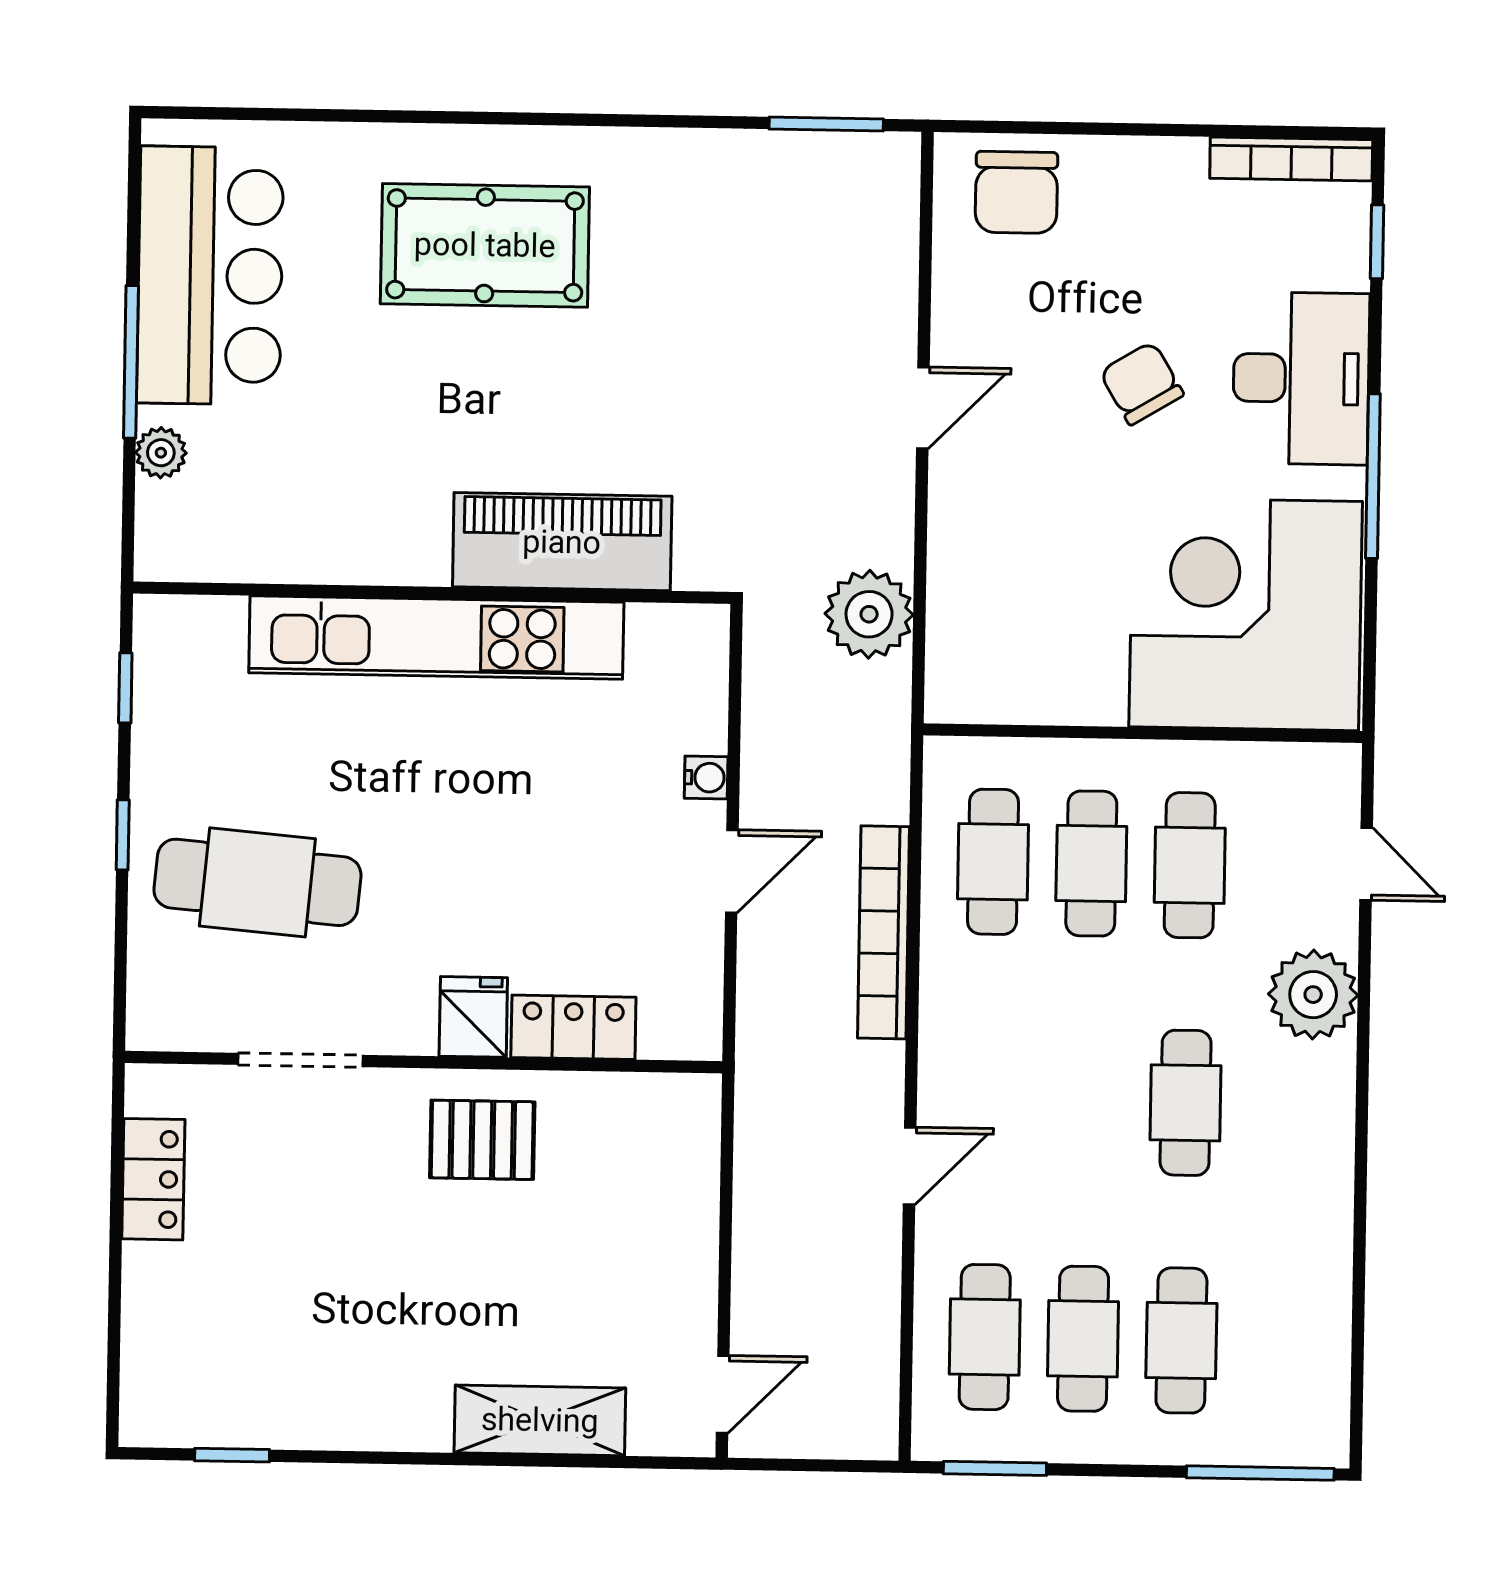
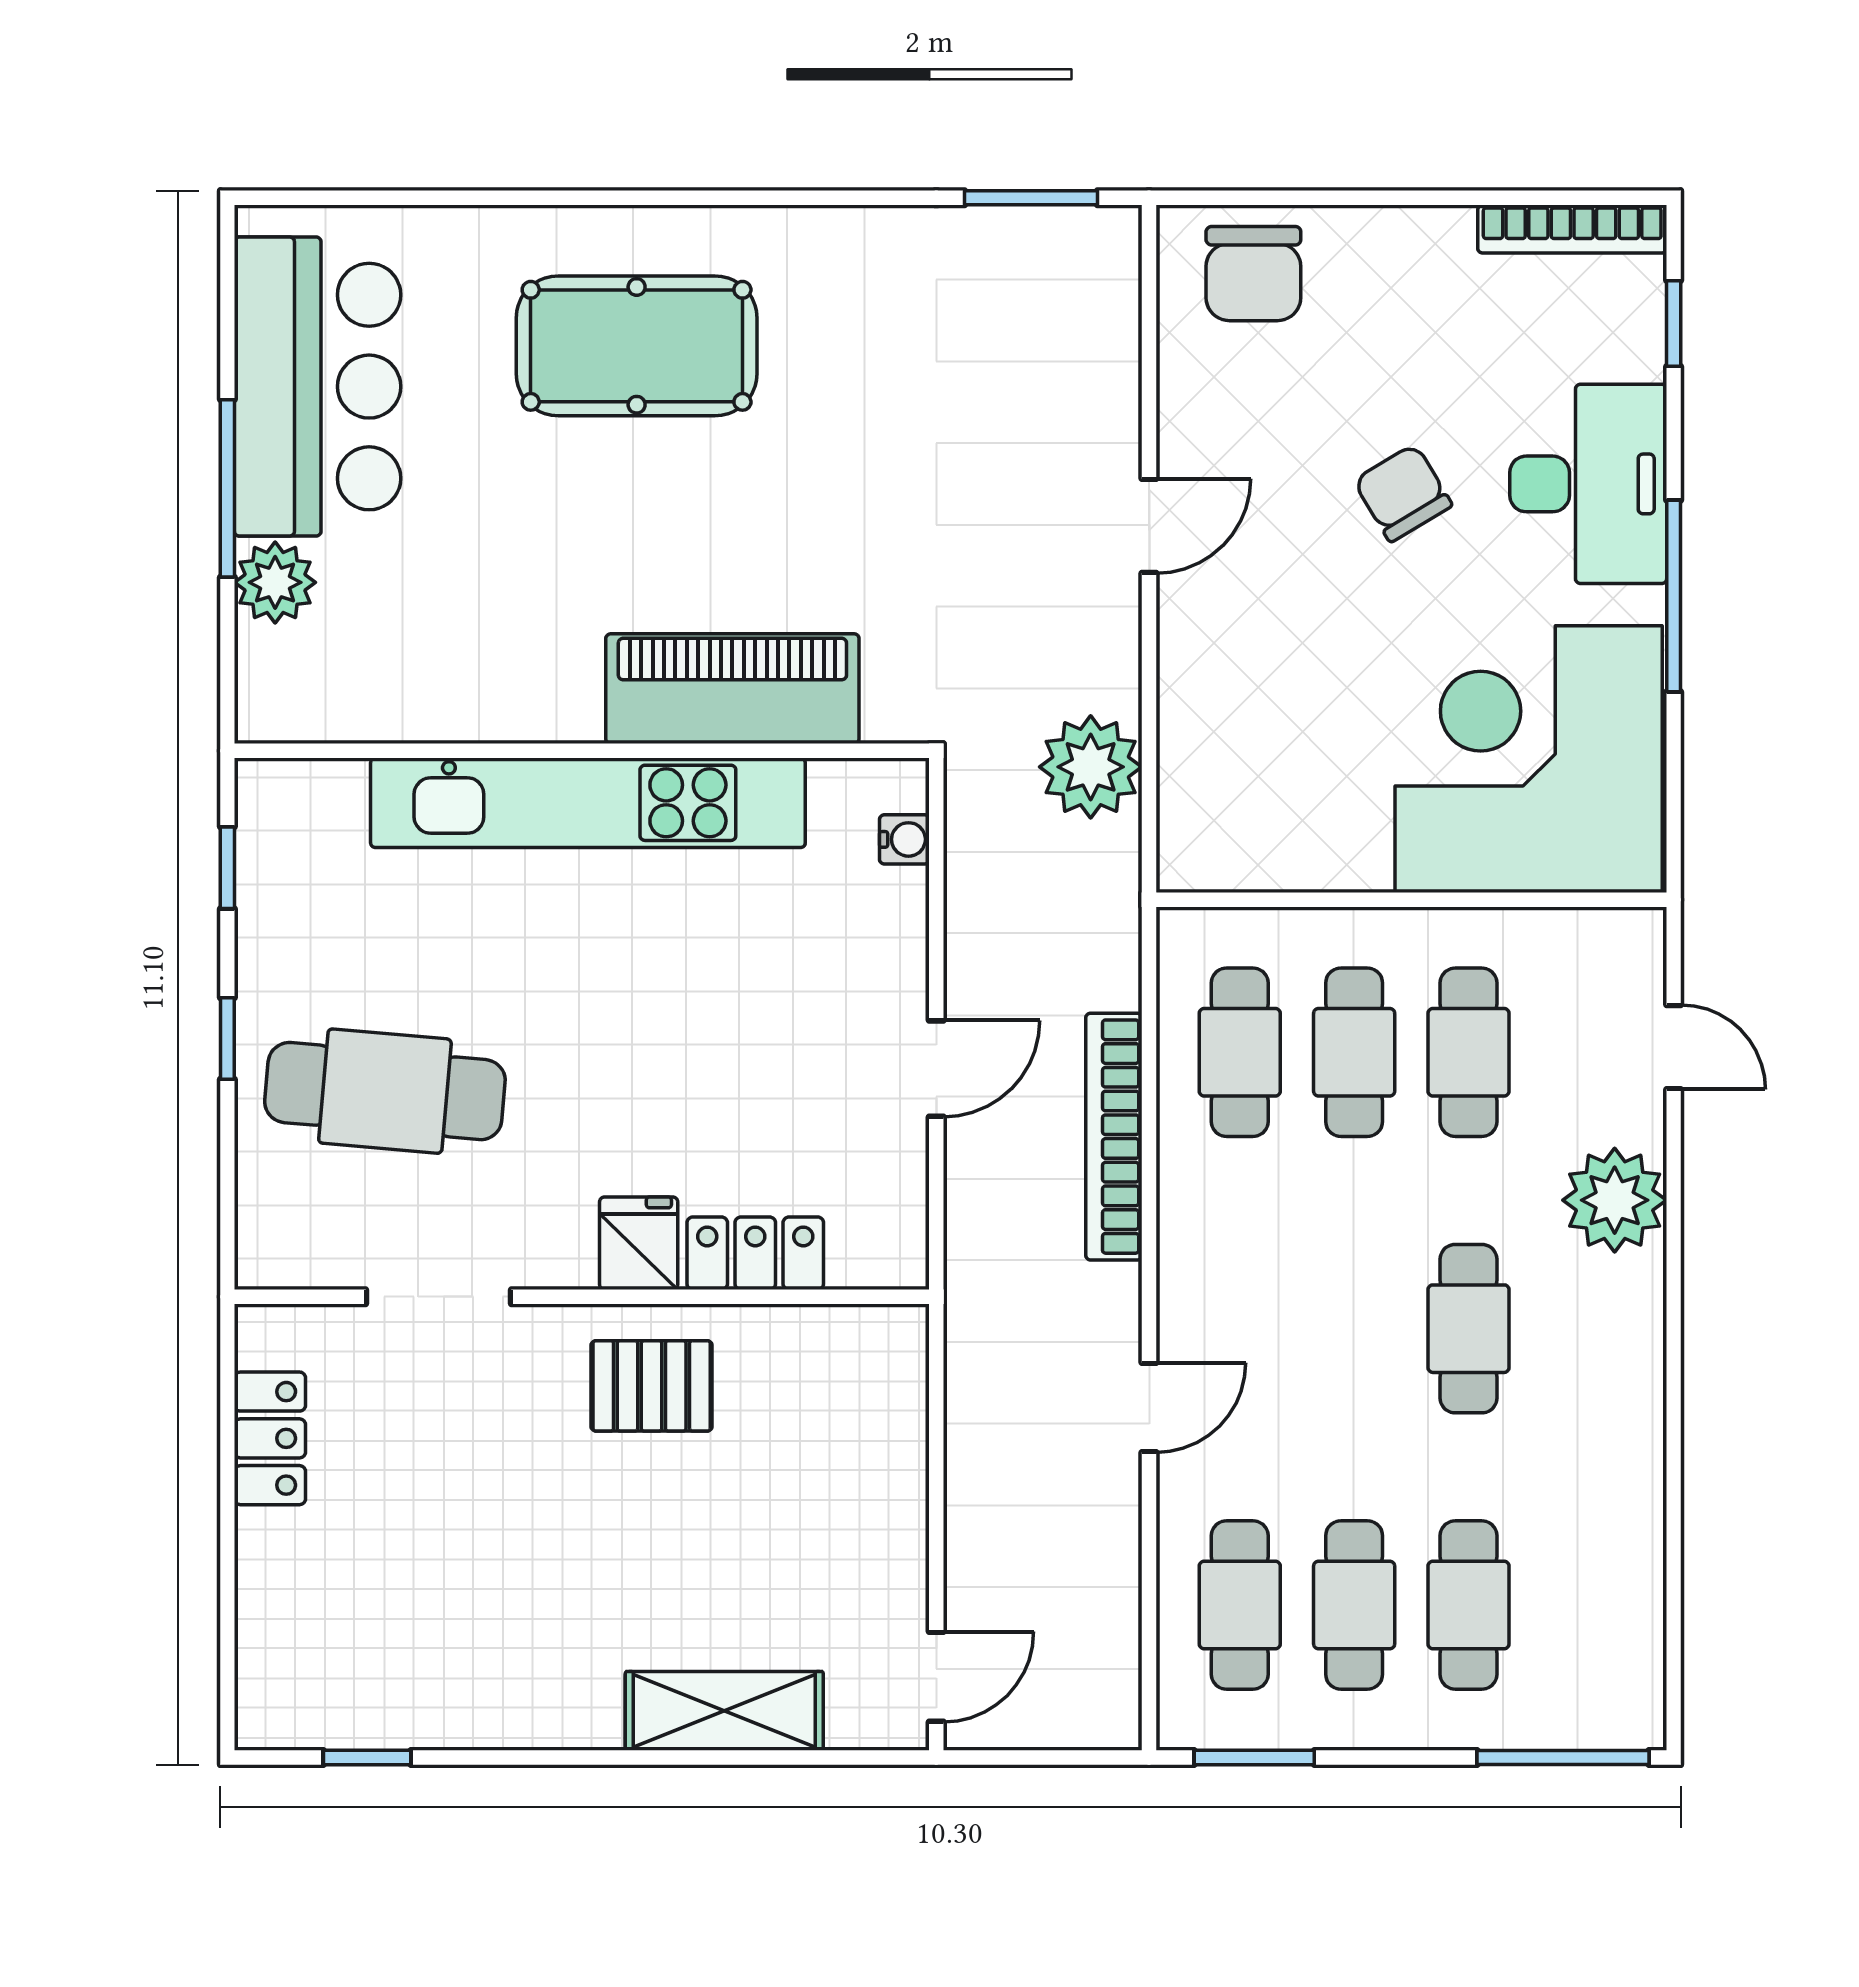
plant: (161, 453) -> (275, 582), width x1.38, depth x1.38
water cooler: (706, 778) -> (904, 839), moved

